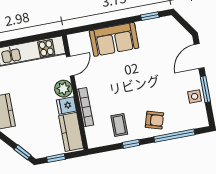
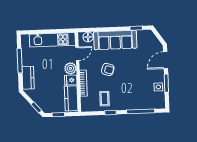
floor lamp: (82, 39) -> (88, 37), added
sofa: (114, 39) -> (115, 40), width x1.36
armchair: (154, 120) -> (108, 69), moved

